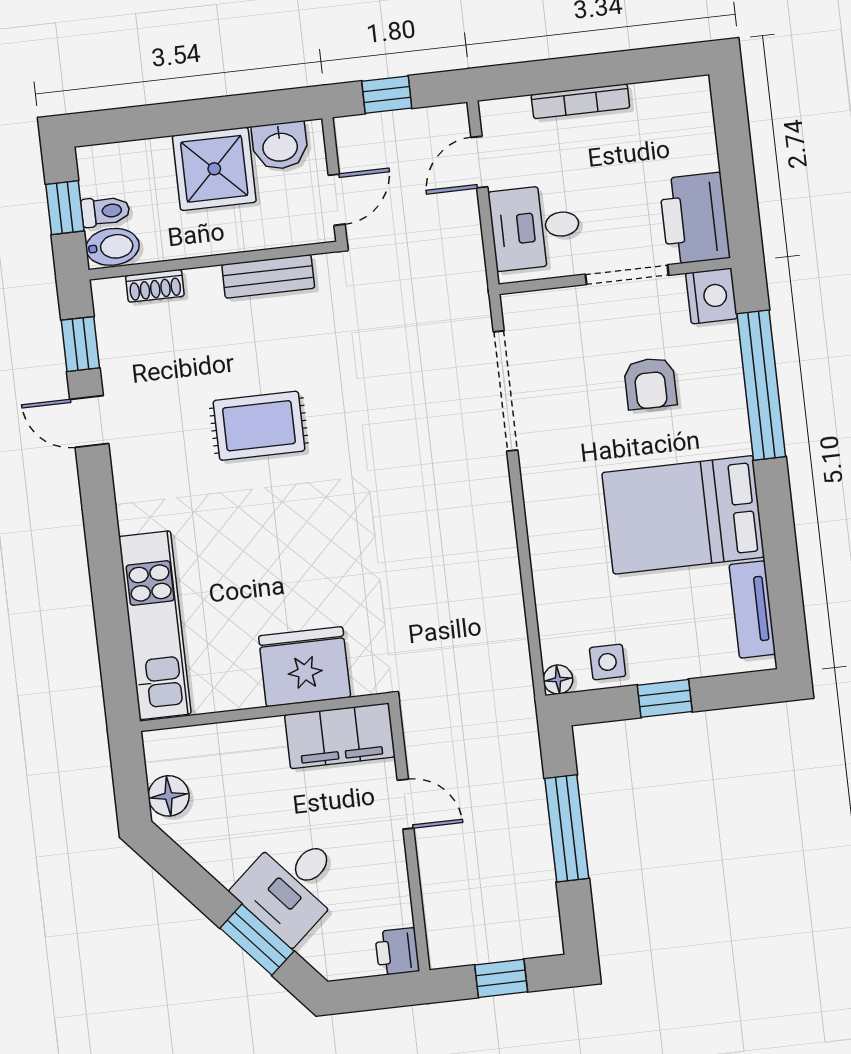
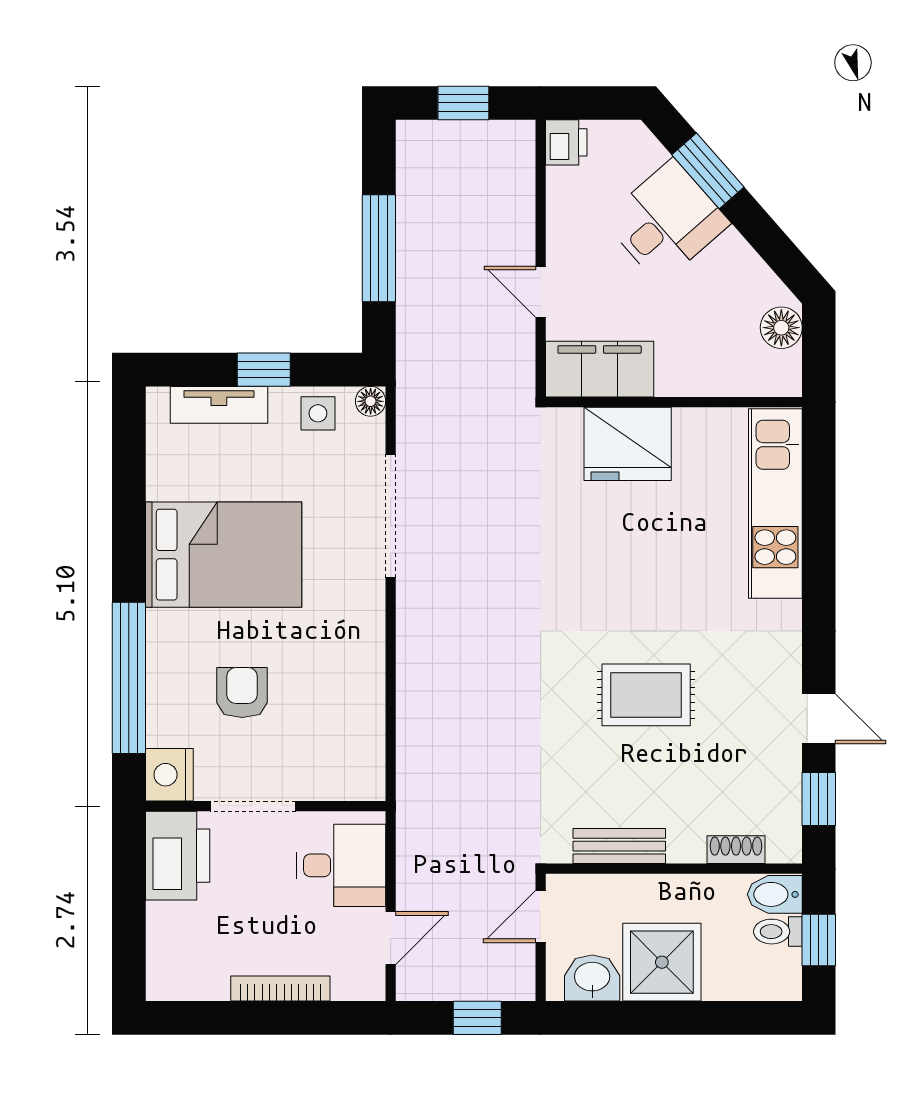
doorway: (505, 391) -> (391, 516), moved
tv unit: (752, 609) -> (219, 405), moved, turned 90

